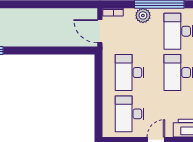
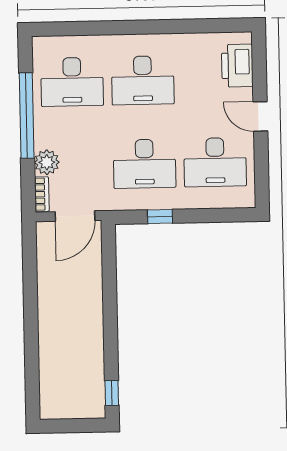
plant: (143, 15) -> (47, 162), moved
window: (99, 81) -> (160, 217), added

